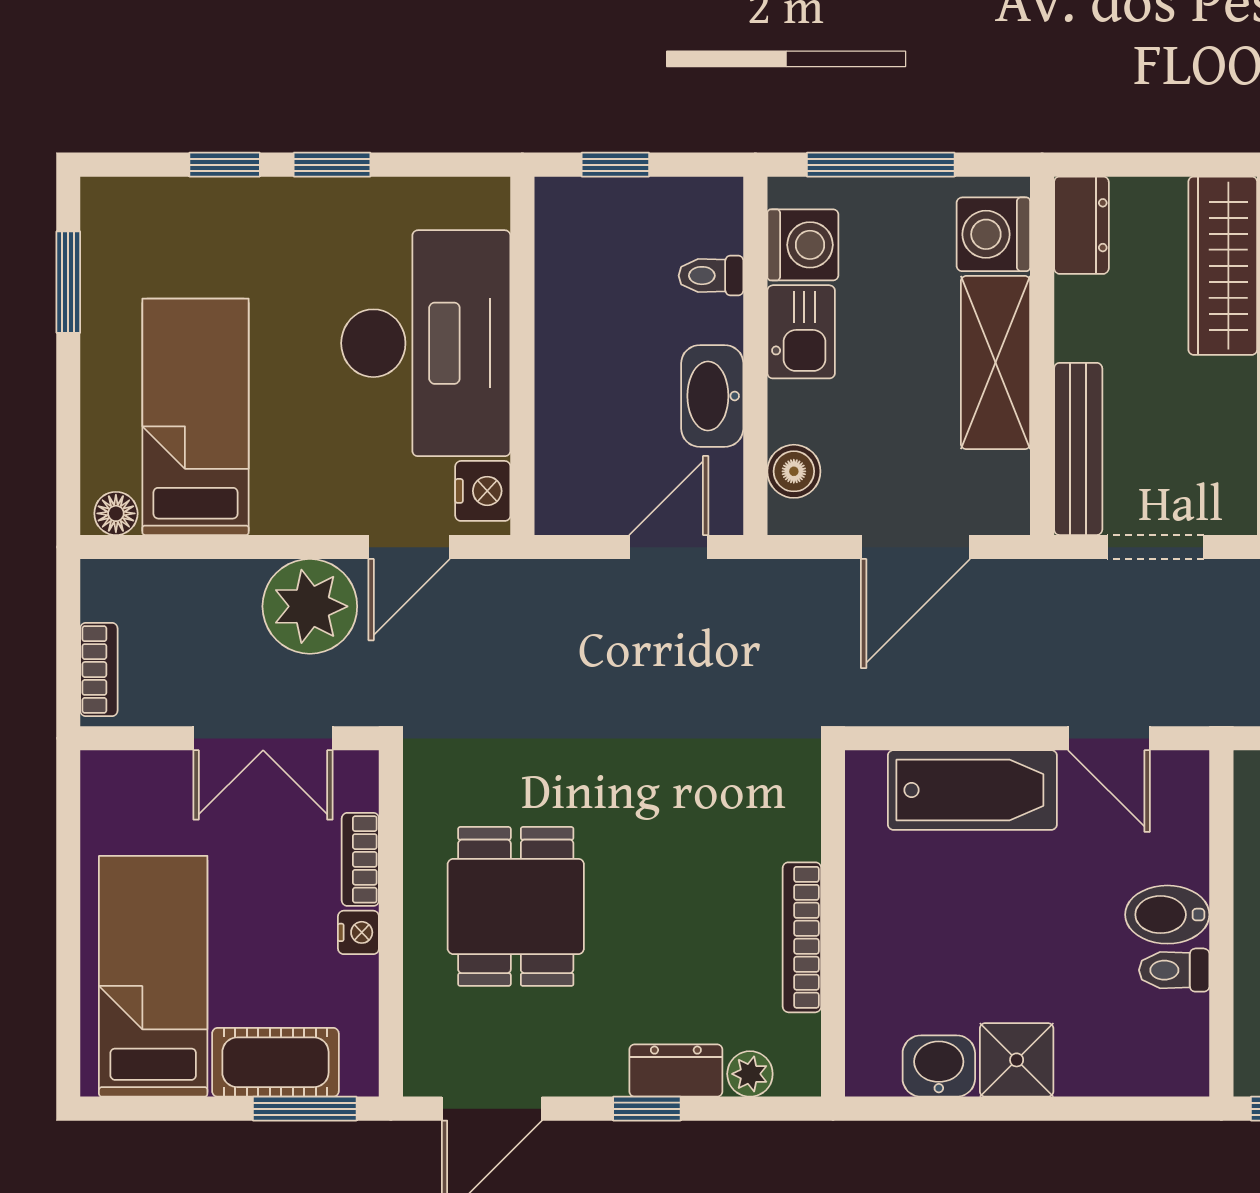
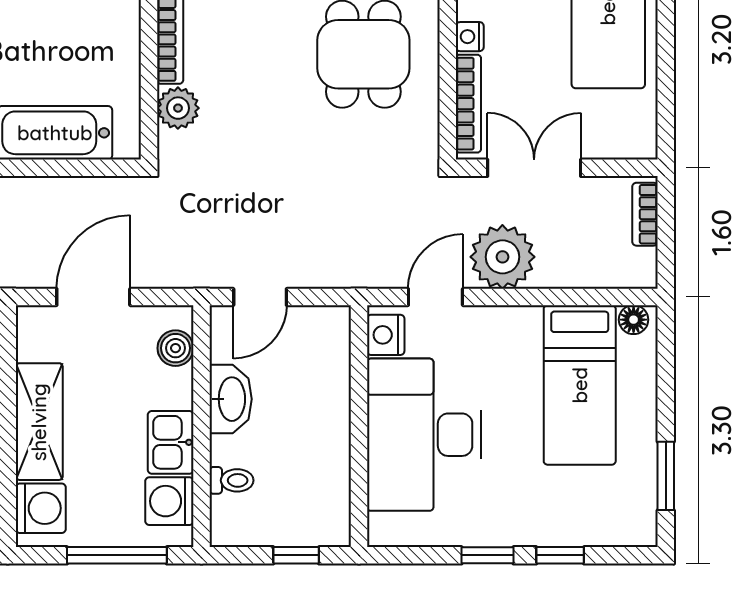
plant: (790, 827) -> (178, 108), added
bookcase: (360, 859) -> (468, 104), width x1.56

